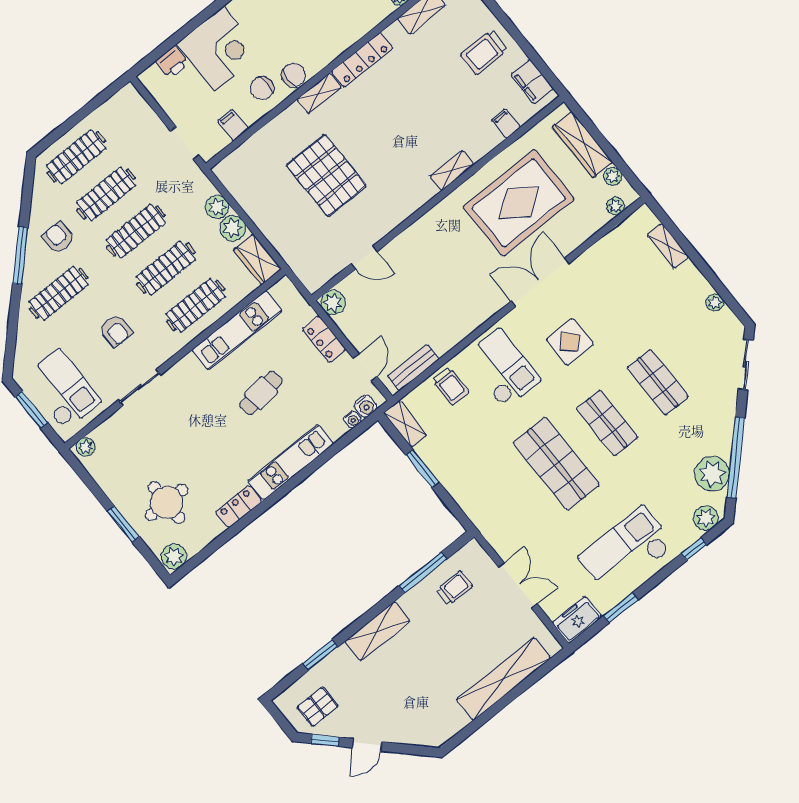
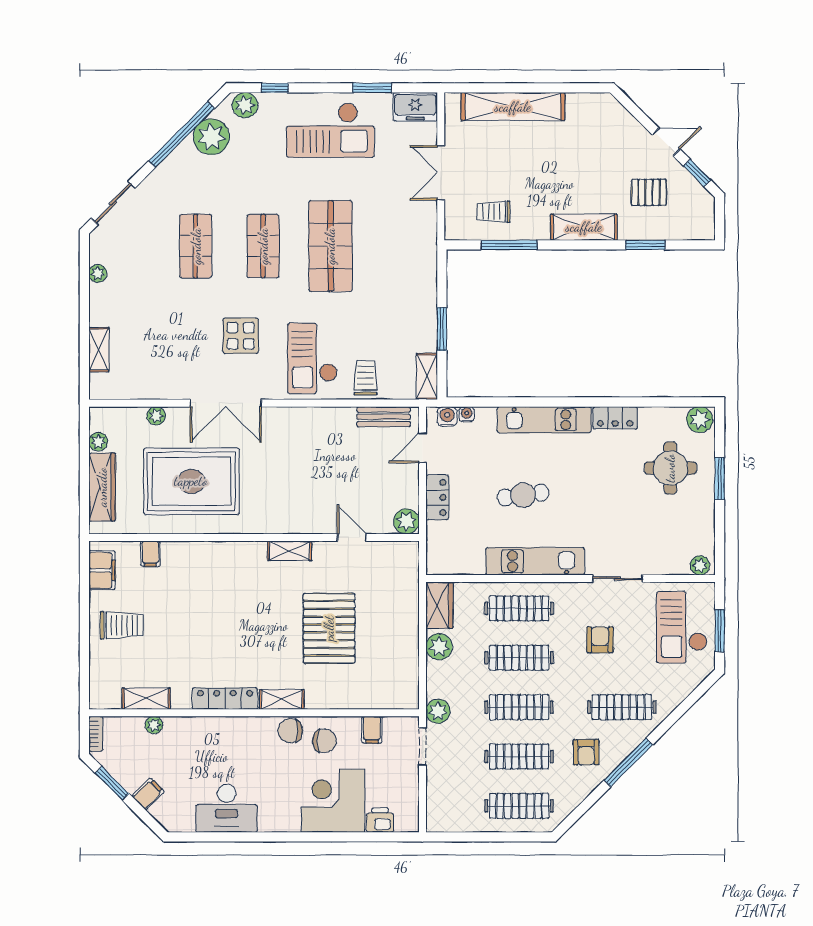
shelving: (452, 170) -> (290, 551), moved
plant: (615, 206) -> (156, 416), moved
plant: (217, 207) -> (438, 711), moved
kitchen unit: (237, 330) -> (535, 561), moved
pallet: (317, 707) -> (649, 192), moved

